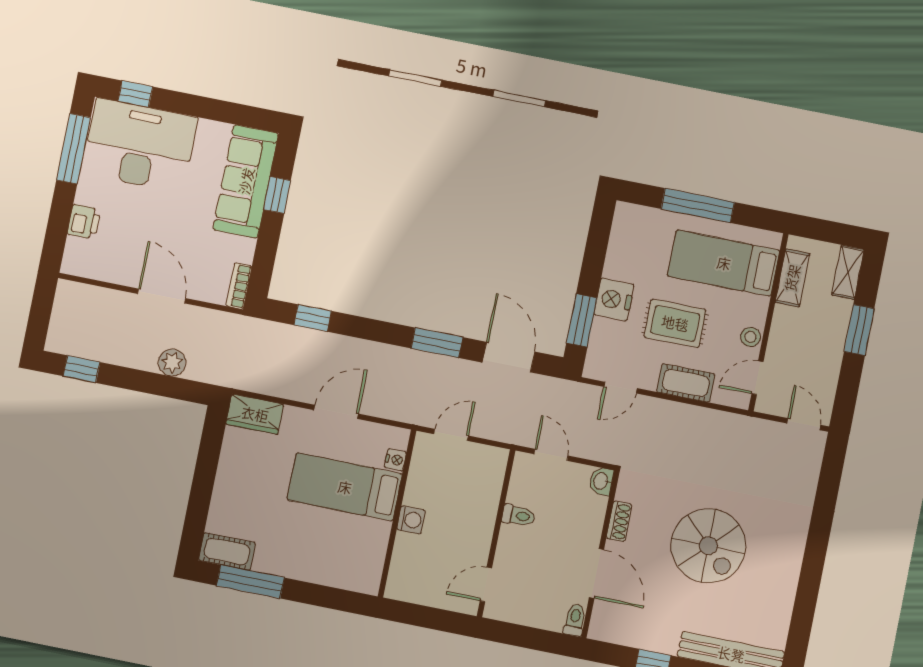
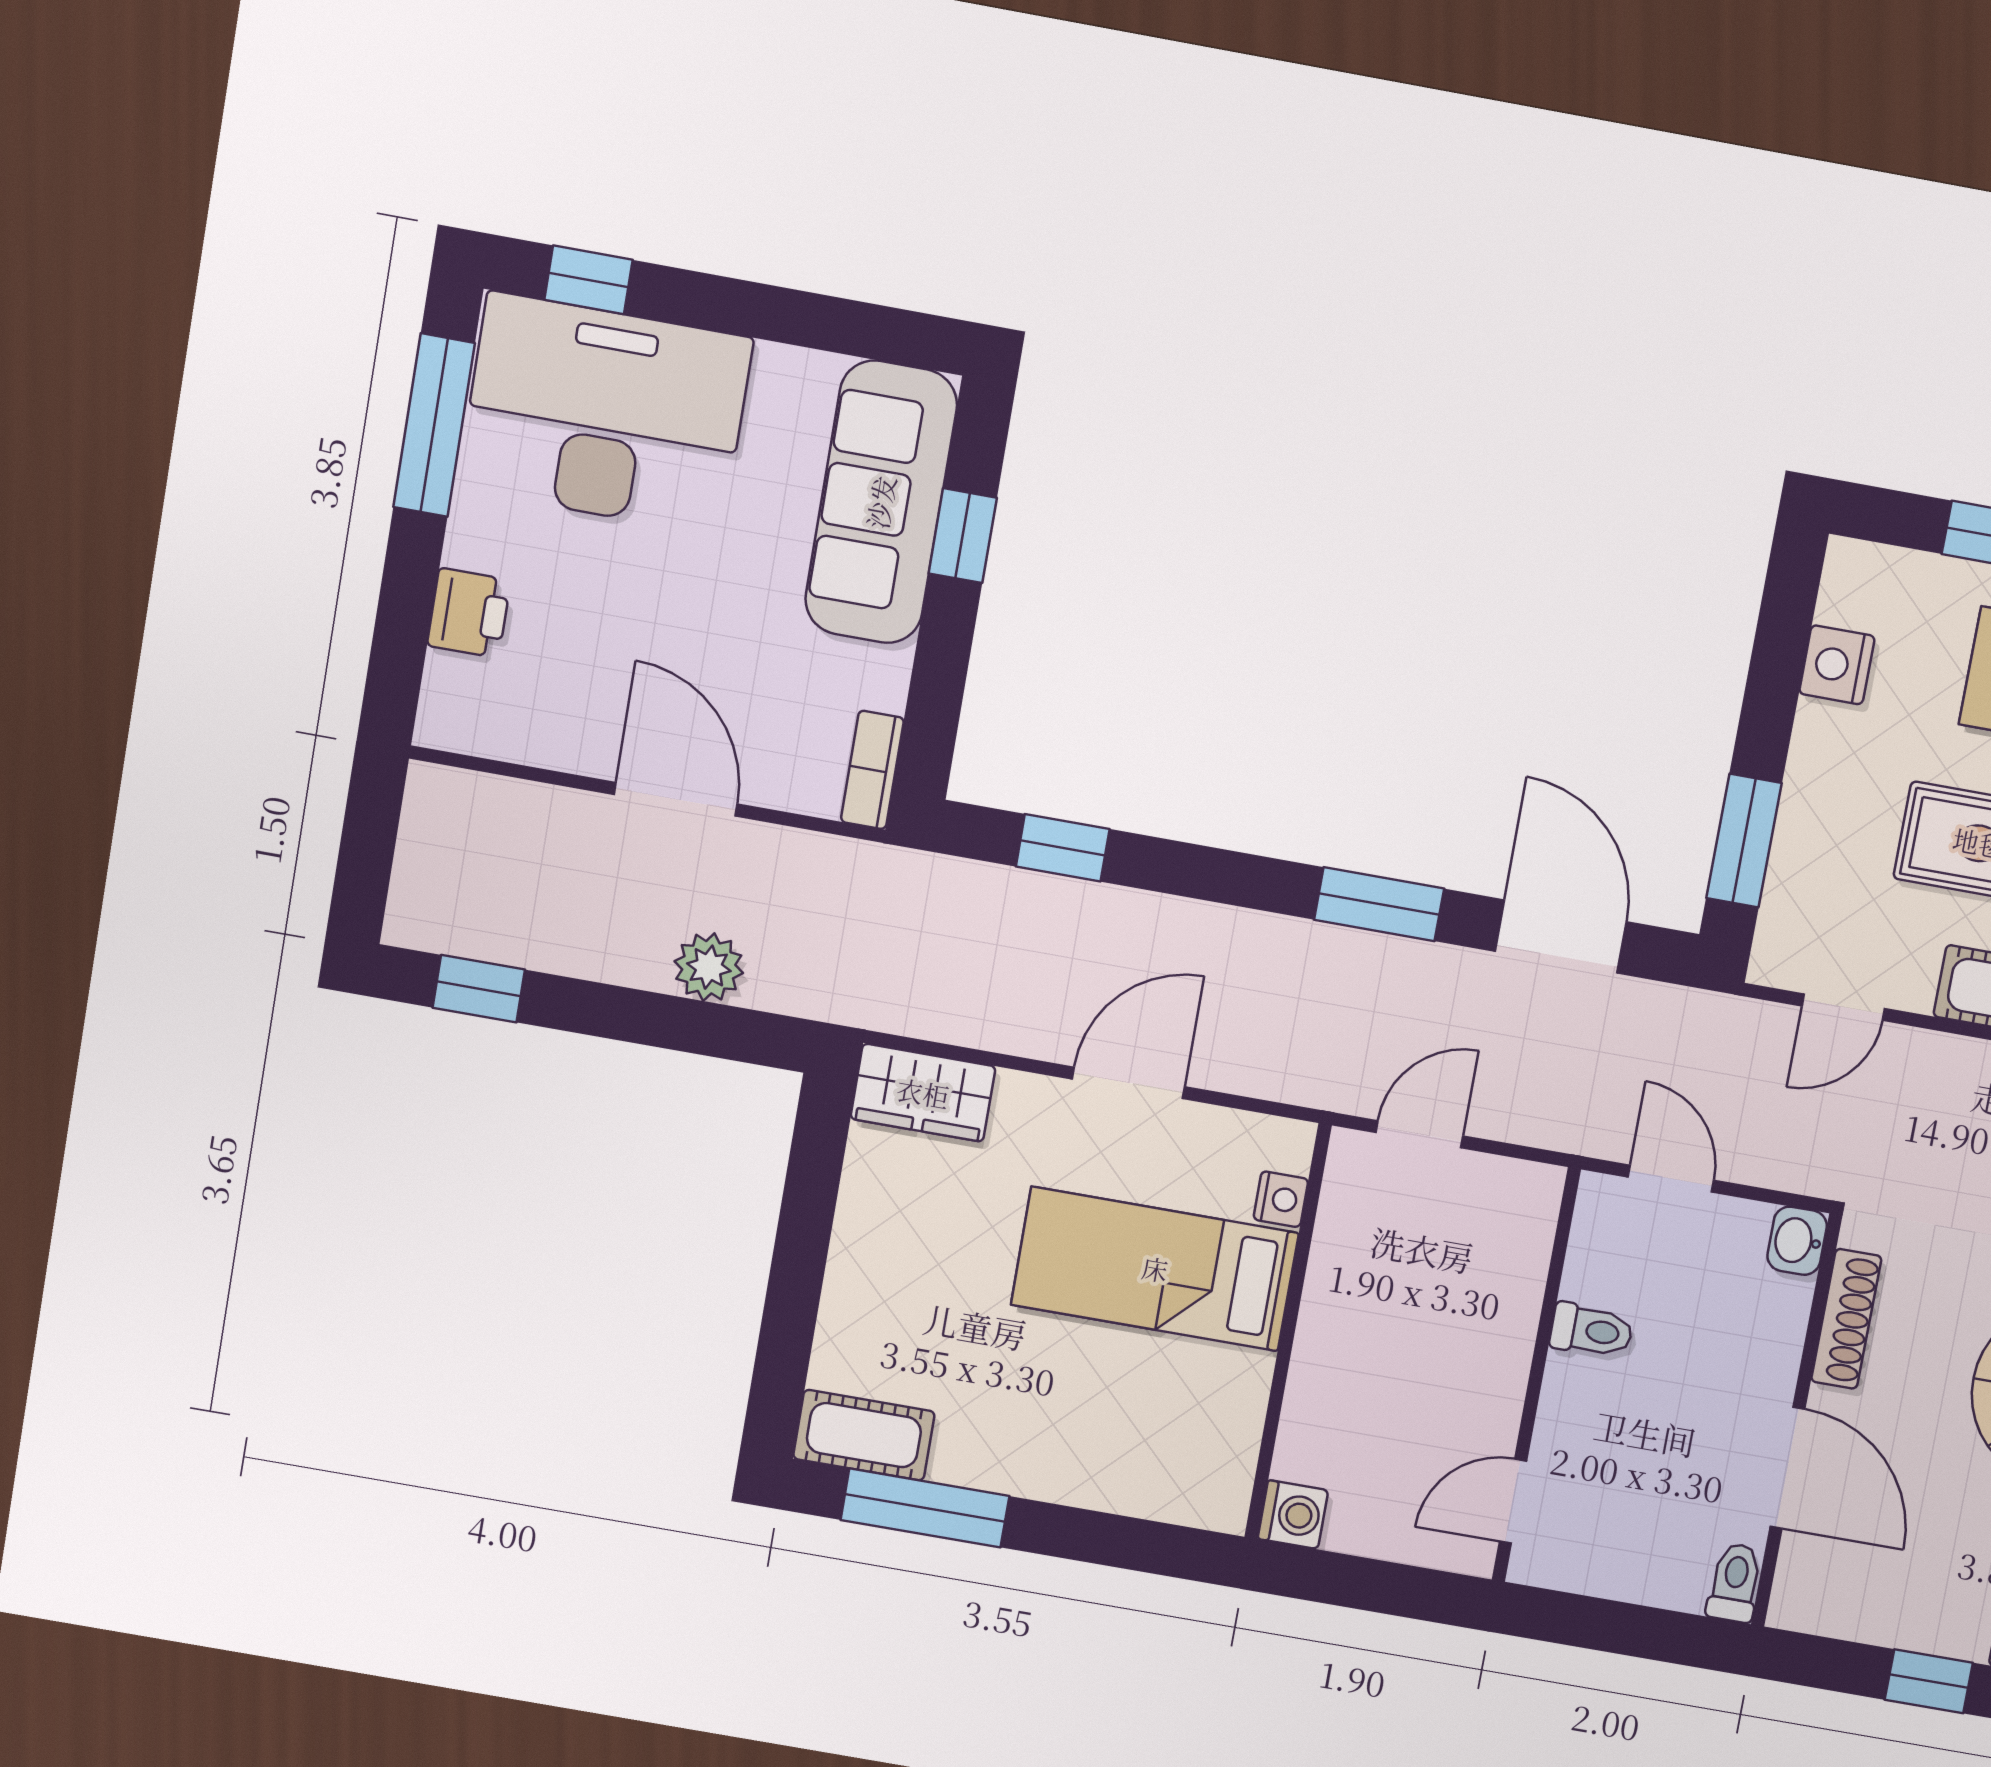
nightstand: (614, 300) -> (1837, 665), moved, width x0.74, depth x0.75
washing machine: (411, 520) -> (1293, 1515), moved
shoe rack: (619, 521) -> (1846, 1319), width x1.43

